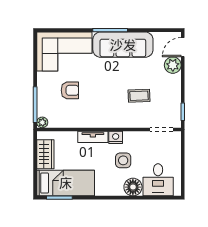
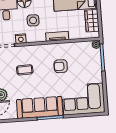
armchair: (70, 90) -> (61, 66), moved
nightstand: (116, 137) -> (21, 39), moved

